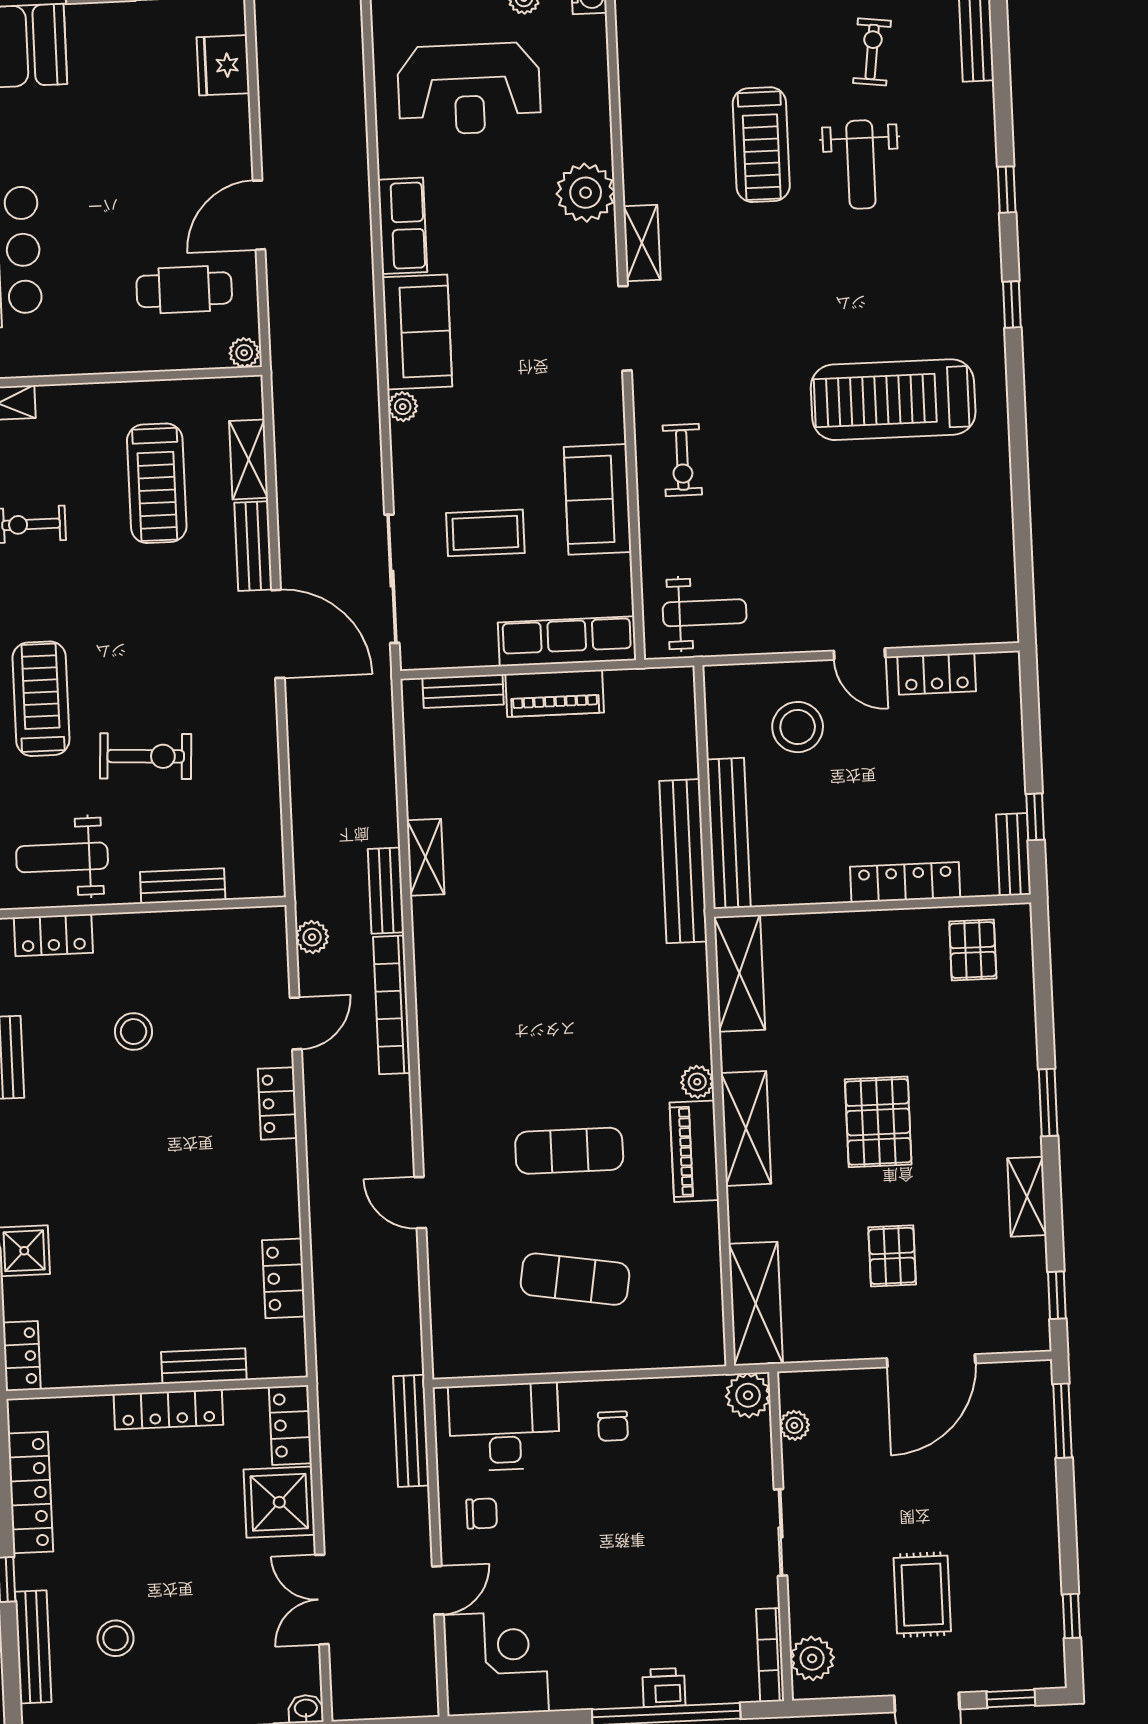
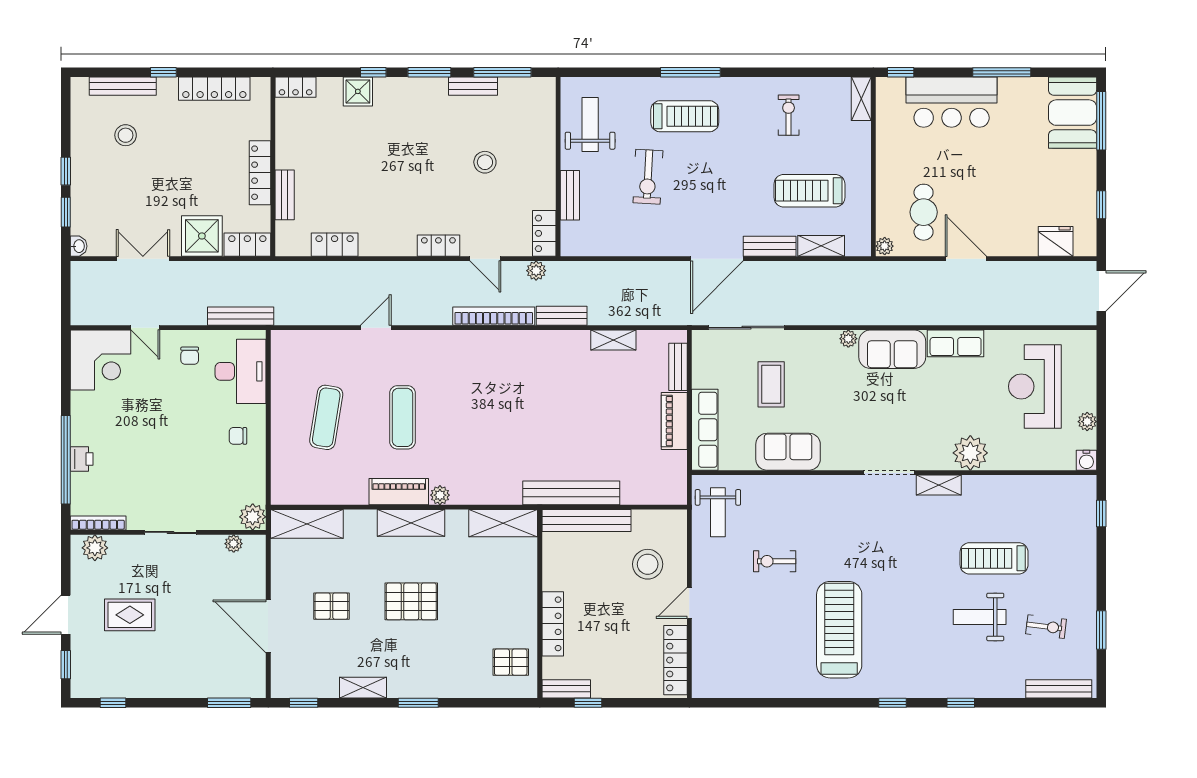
exercise bike: (682, 460) -> (775, 561), moved
locker: (937, 674) -> (675, 660), width x1.53
shelving: (426, 857) -> (613, 340), moved
locker: (53, 935) -> (544, 233), moved

